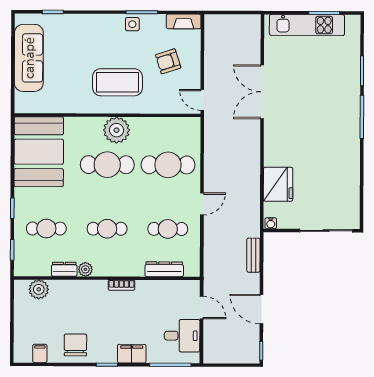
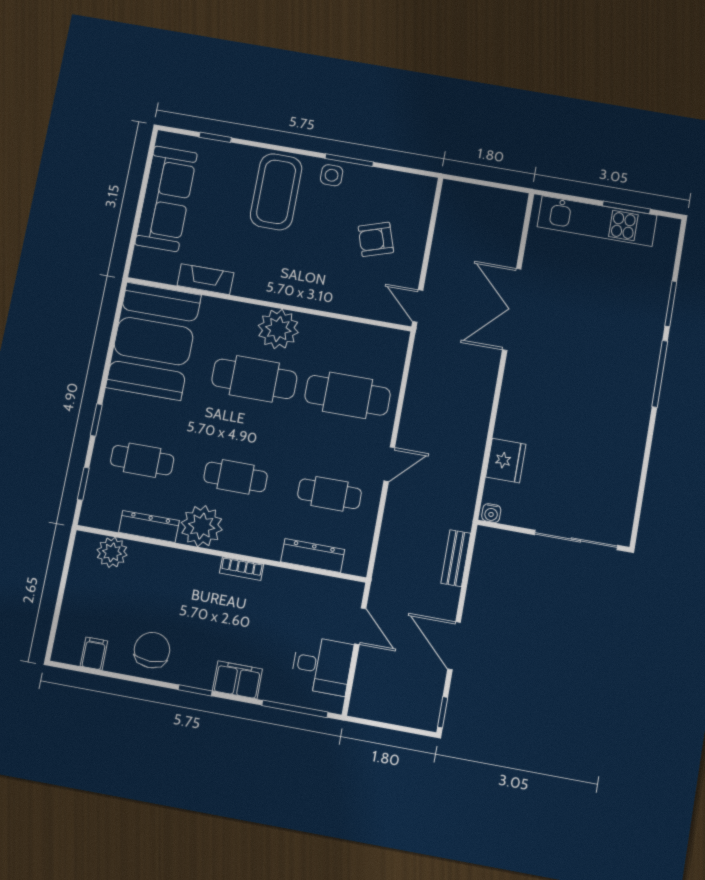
fireplace: (184, 21) -> (205, 279), moved, turned 180
coffee table: (117, 82) -> (276, 192), moved, turned 90
fridge: (278, 184) -> (506, 461), width x0.73, depth x0.75
dresser: (64, 269) -> (149, 526), width x1.44
plant: (85, 269) -> (202, 526), width x1.87, depth x1.87

